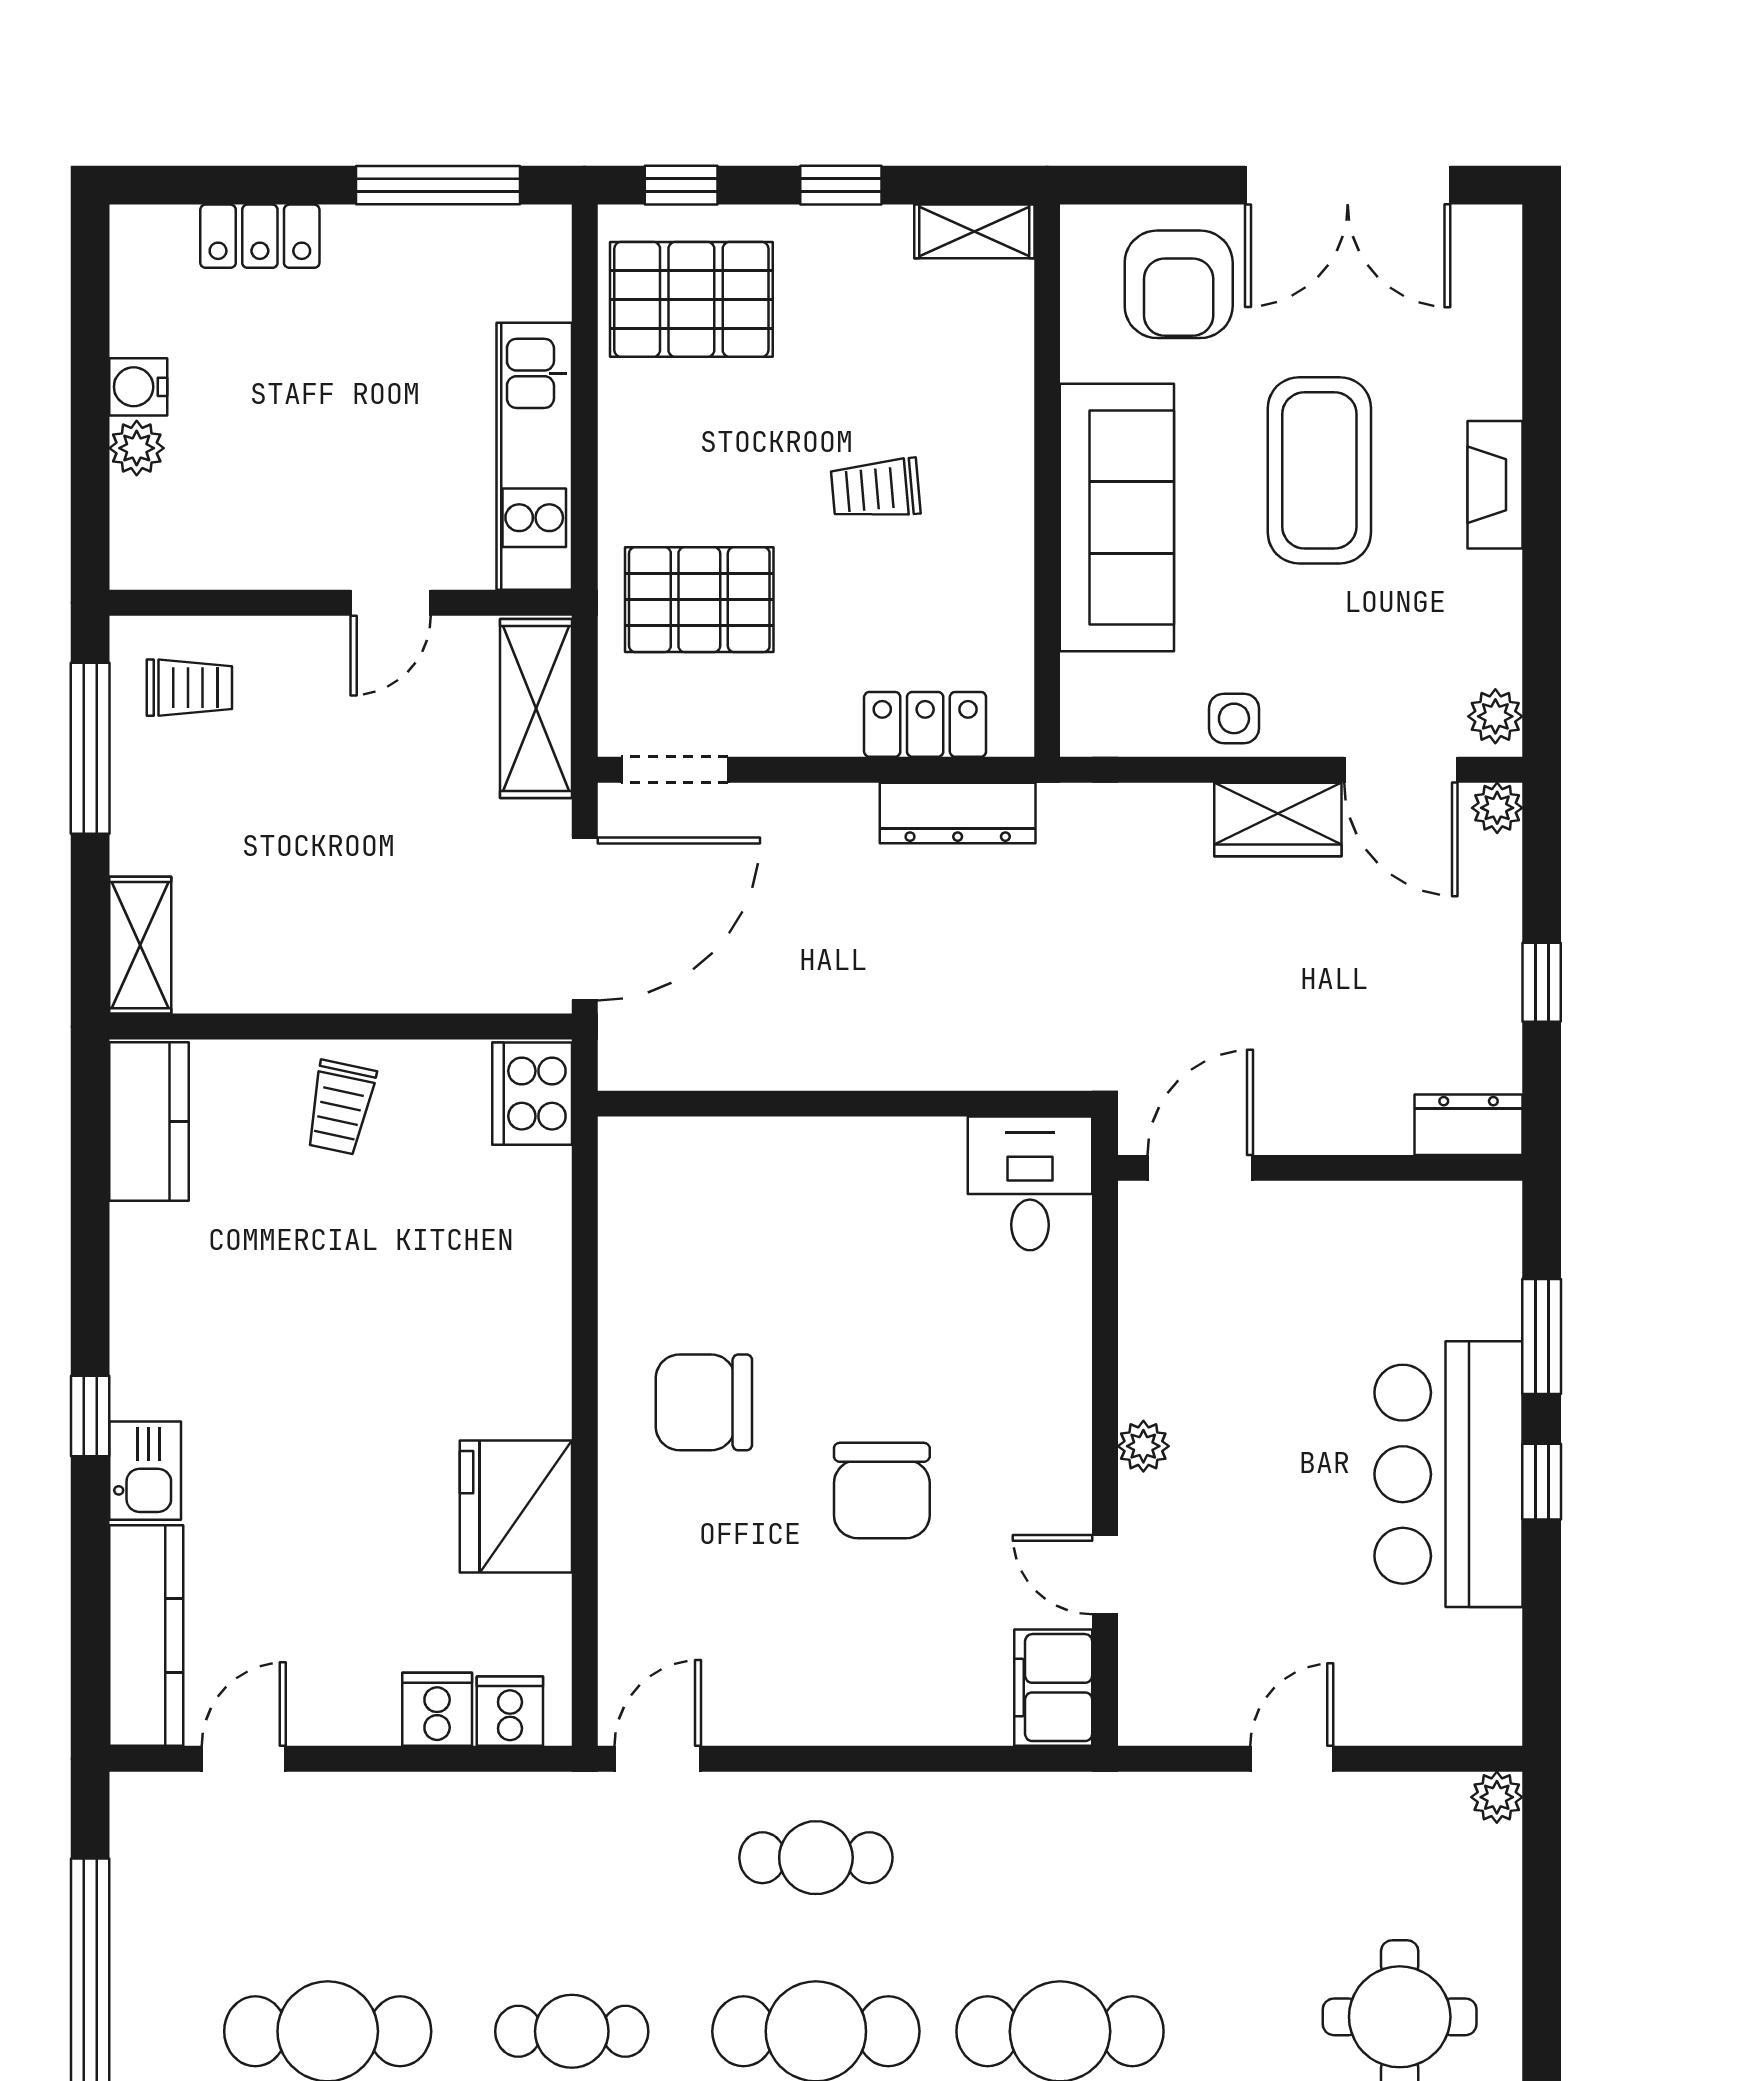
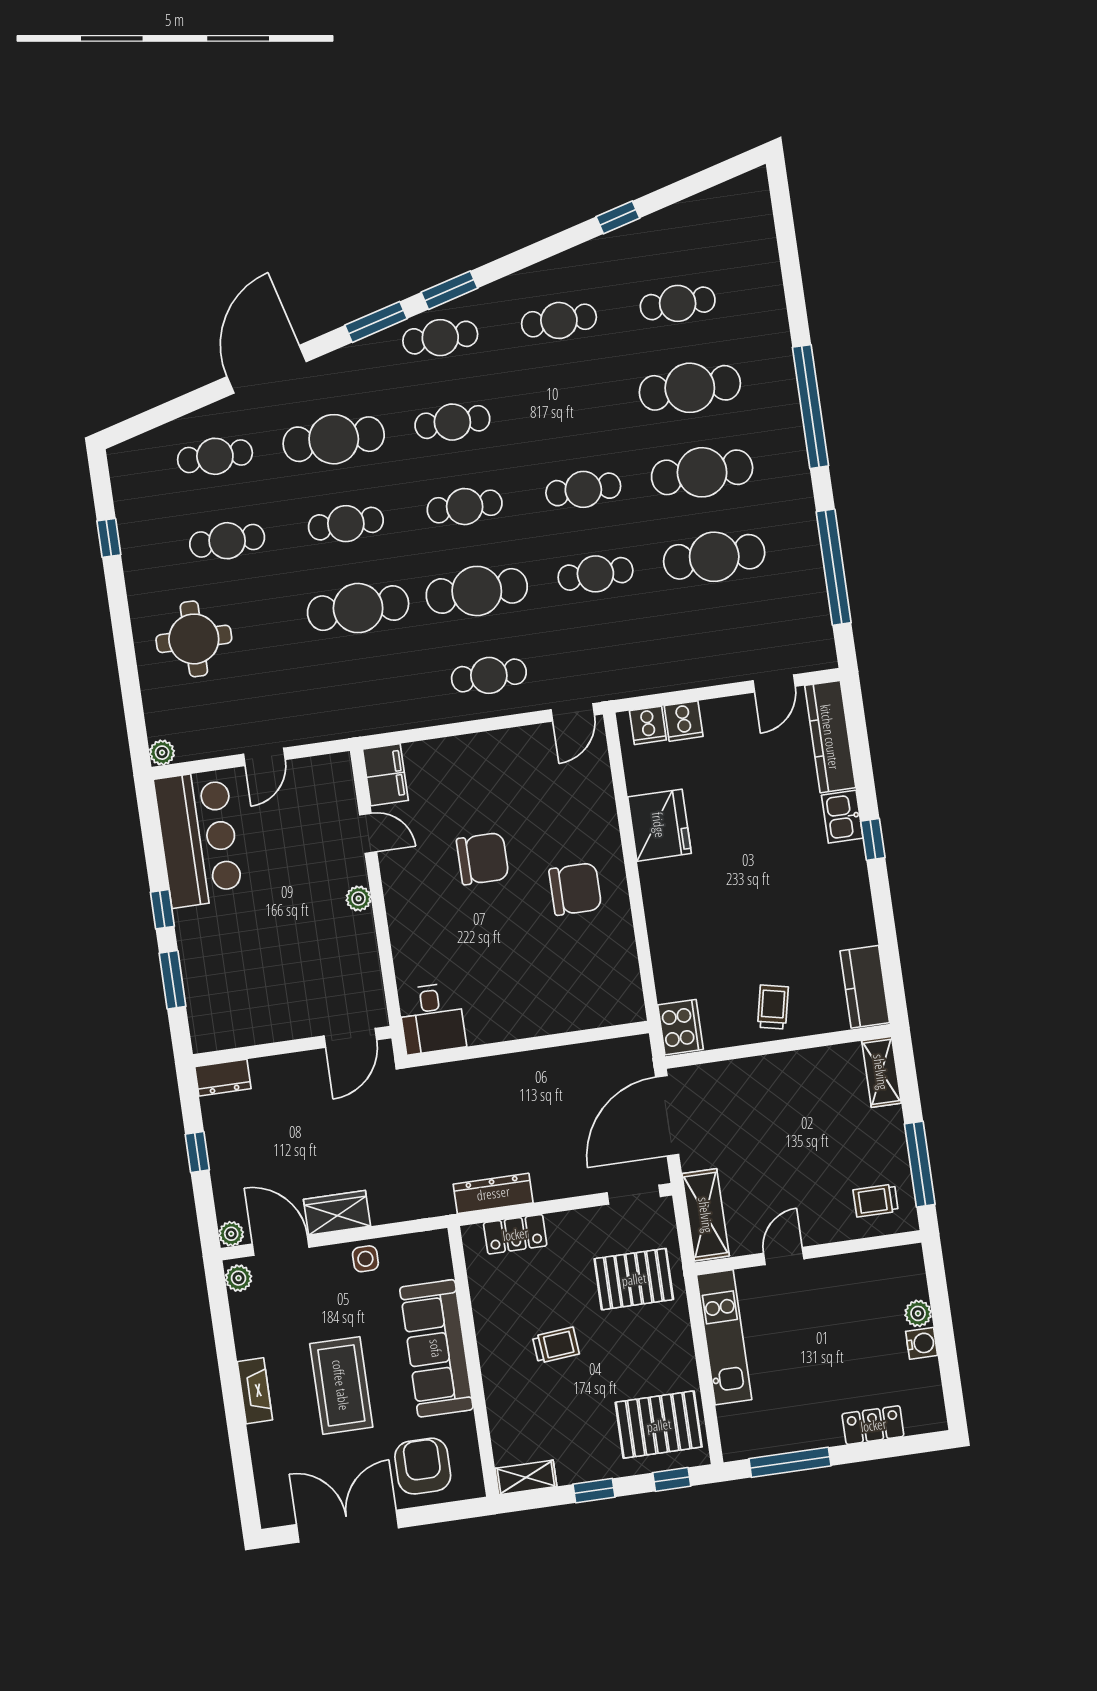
bar counter: (1449, 1474) -> (198, 839), moved
chair: (882, 1491) -> (483, 859), turned 90

